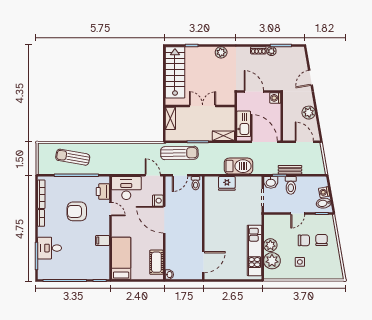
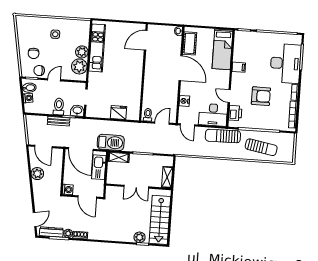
dresser: (289, 51) -> (51, 232), added
plant: (221, 52) -> (140, 237), moved
door: (310, 78) -> (35, 219), moved
sun lounger: (179, 153) -> (223, 136), moved
barbecue: (238, 166) -> (111, 142), moved, turned 180
door: (164, 220) -> (181, 68), moved
chair: (304, 240) -> (39, 71), moved
desk: (50, 248) -> (285, 63), width x1.87, depth x1.30
plant: (272, 261) -> (79, 66), moved

